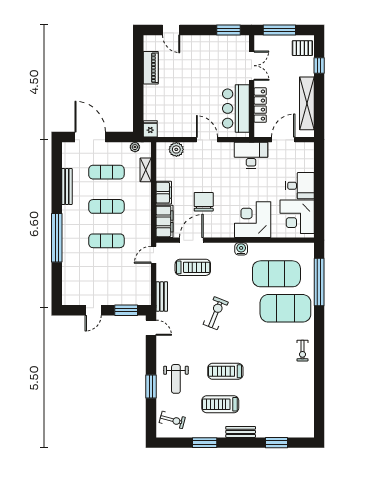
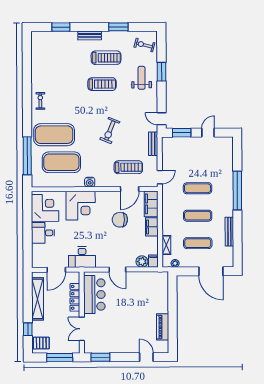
fridge: (150, 129) -> (163, 278), removed
filing cabinet: (162, 150) -> (153, 261), added
chair: (204, 202) -> (120, 220), turned 92
treadmill: (193, 267) -> (128, 167), turned 180

